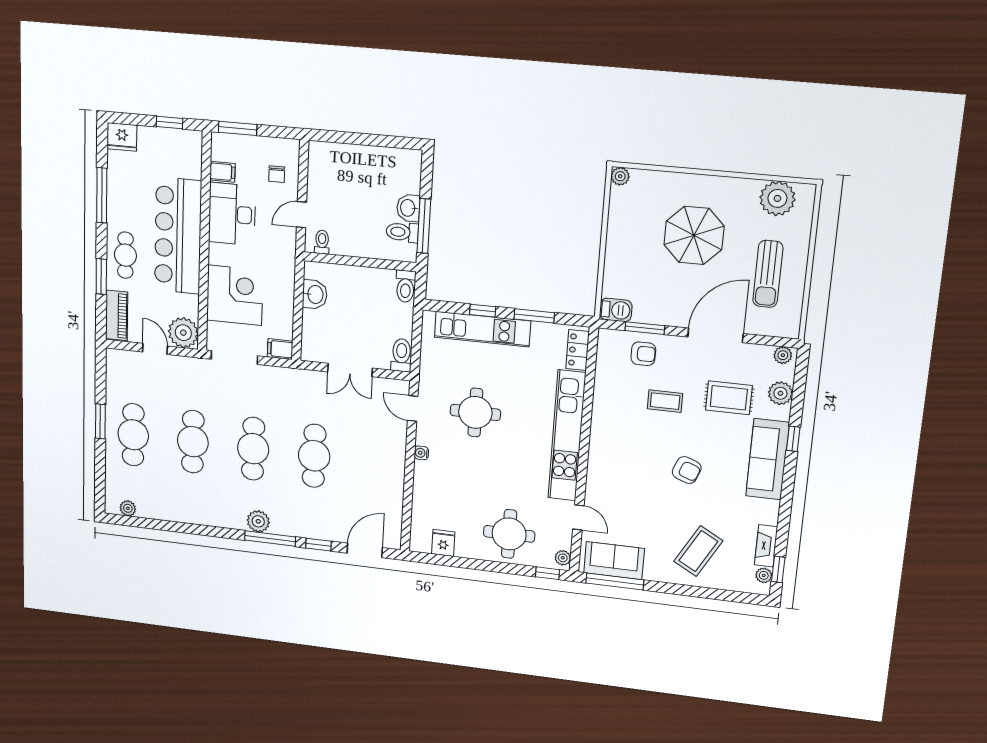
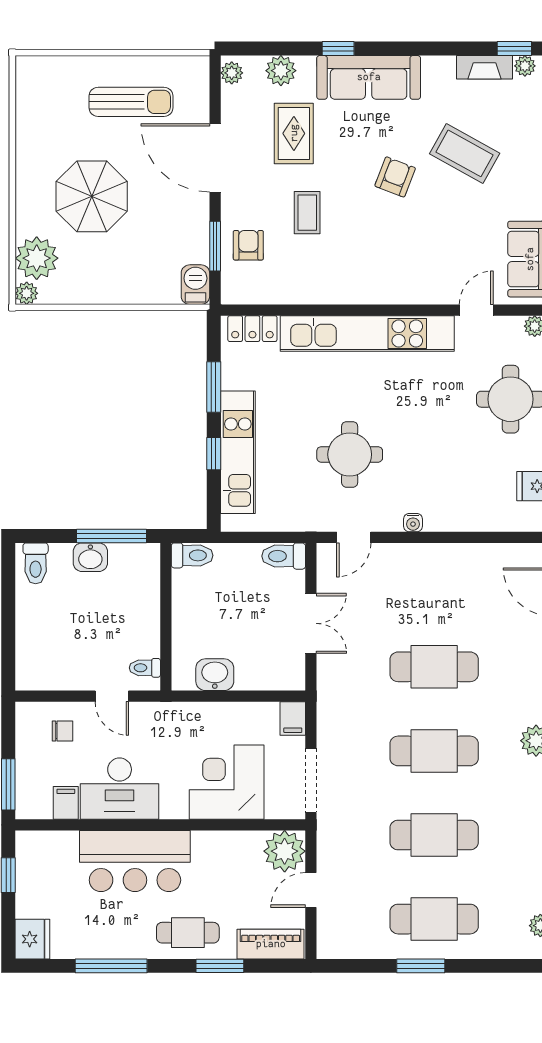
plant: (777, 198) -> (37, 258), moved
toilet: (402, 232) -> (36, 563), moved
bar counter: (178, 236) -> (135, 861), width x0.73
coffee table: (698, 551) -> (465, 153), moved

